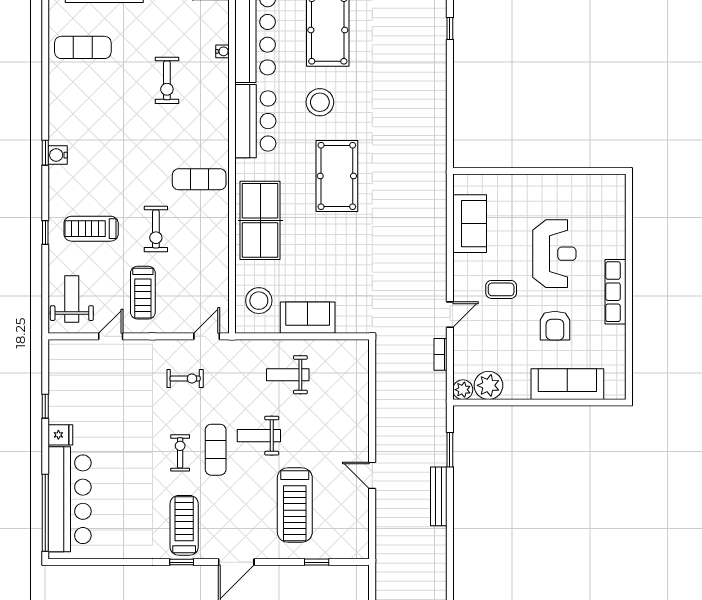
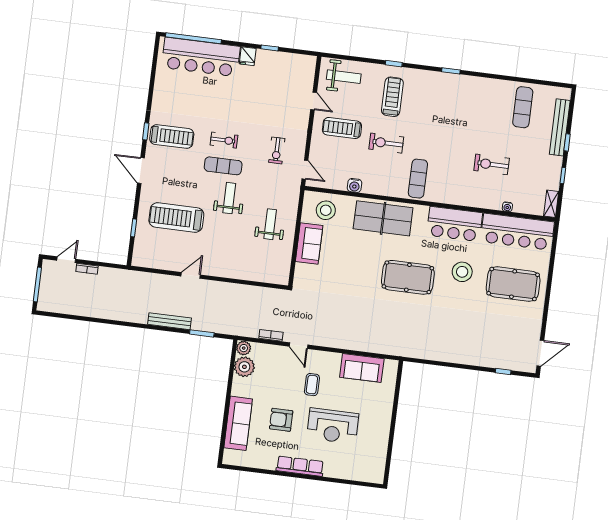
water cooler: (58, 155) -> (354, 185), moved, turned 180

